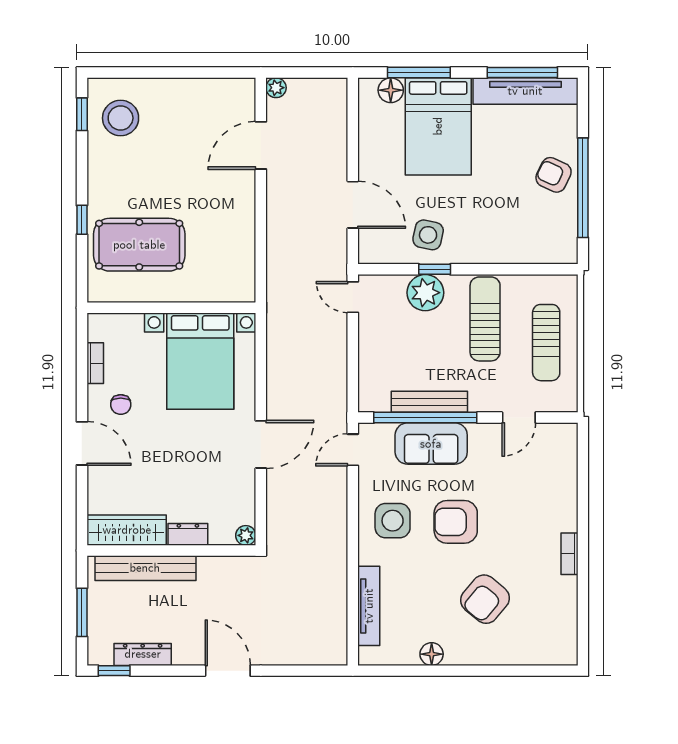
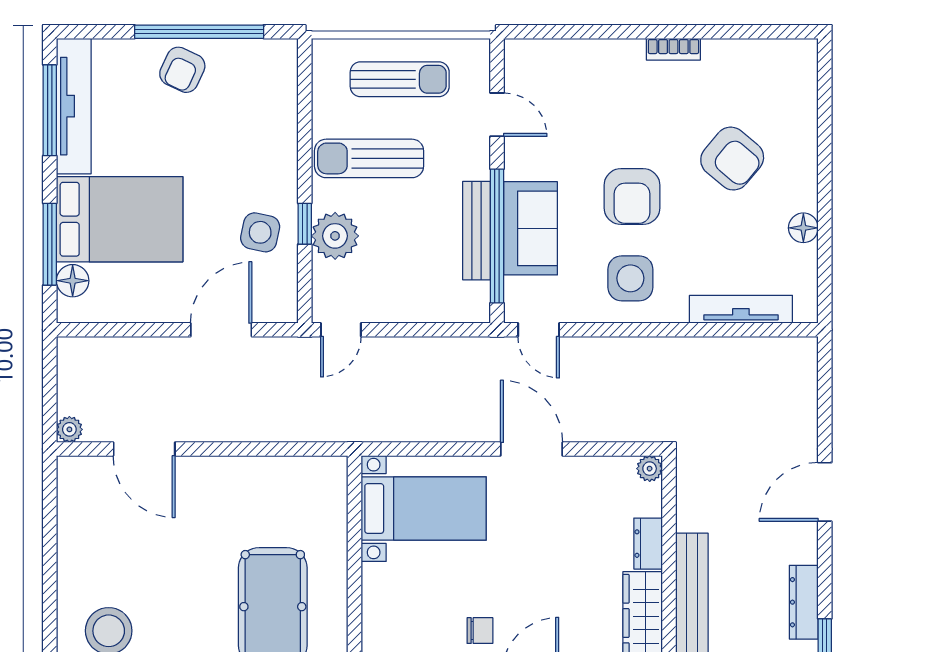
bed with nightstands: (200, 361) -> (424, 509), width x0.73

